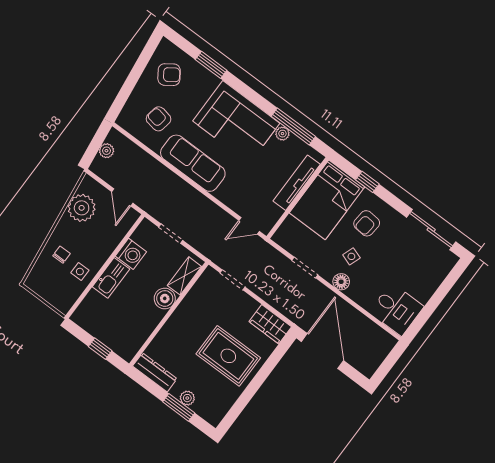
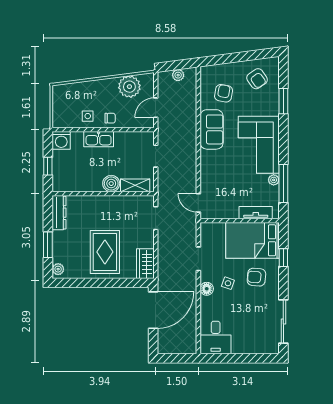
sofa: (193, 163) -> (212, 129), width x0.73
tv unit: (297, 183) -> (256, 213), width x0.71
washing machine: (131, 254) -> (61, 140), moved
chair: (61, 255) -> (110, 118), moved
plant: (187, 398) -> (58, 269), moved

